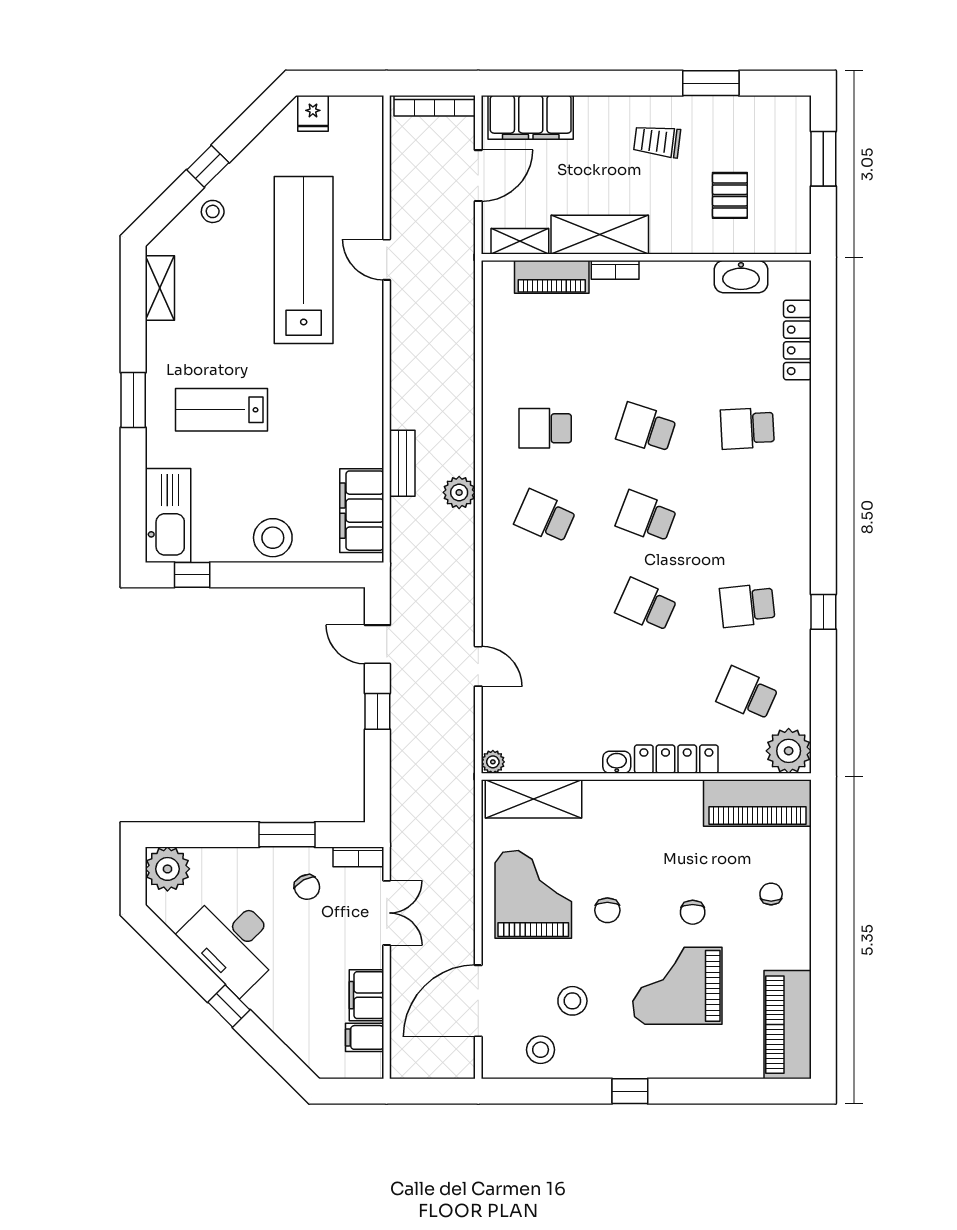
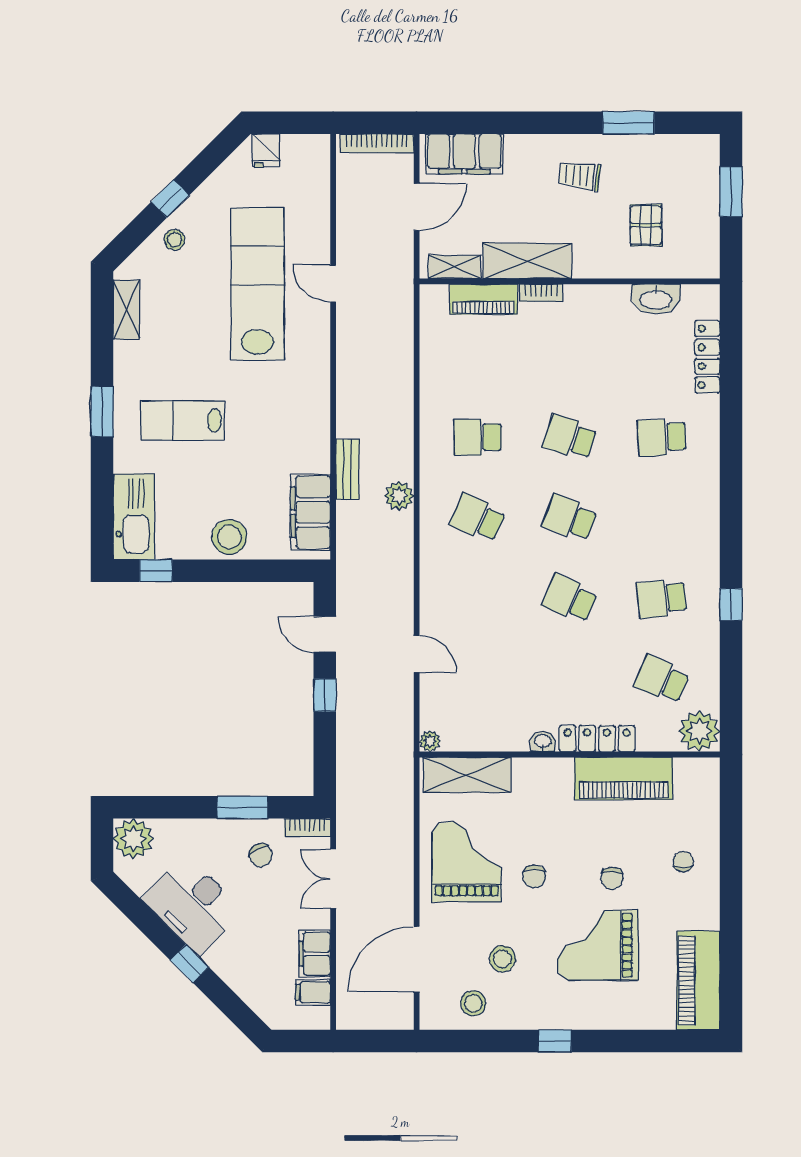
piano: (757, 803) -> (624, 779), moved
double door: (387, 913) -> (333, 879), swing flipped

